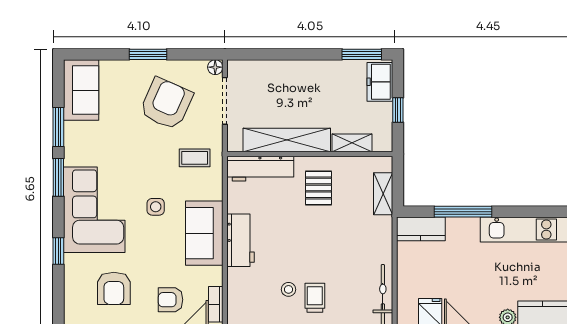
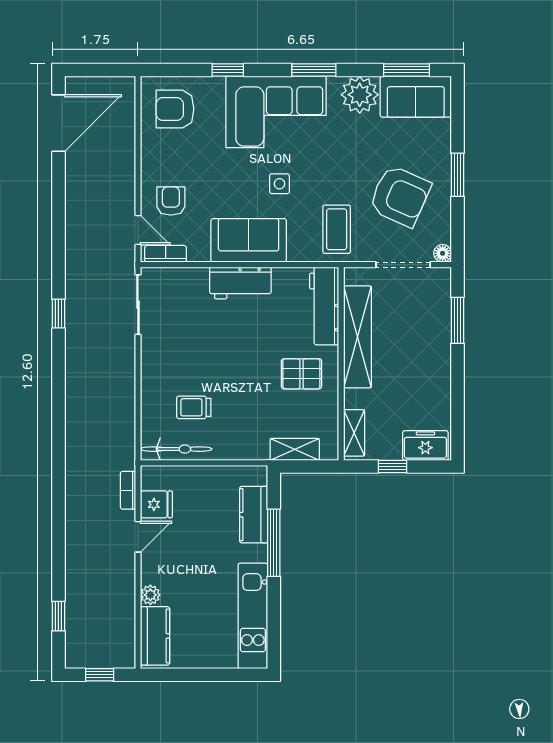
window: (362, 54) -> (457, 320), moved
window: (58, 127) -> (406, 70), moved
plant: (79, 138) -> (360, 95), added
shelving: (352, 143) -> (354, 433), moved
coffee table: (195, 158) -> (337, 229), width x1.36, depth x1.30
kitchen counter: (421, 229) -> (254, 515), moved
armchair: (114, 288) -> (175, 109), moved
stool: (288, 289) -> (183, 339), removed
trolley: (315, 298) -> (194, 407), moved, turned 180

